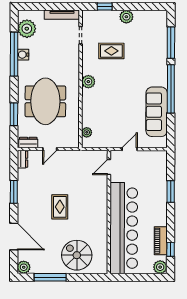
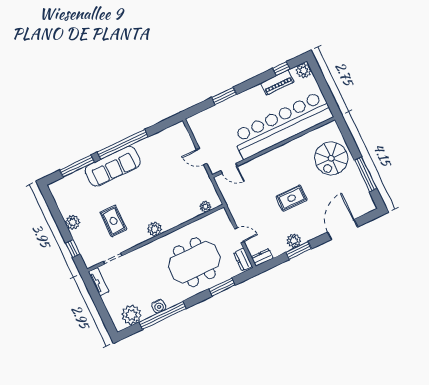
tv unit: (62, 15) -> (99, 282), width x0.71
sofa: (157, 112) -> (113, 166), moved
plant: (24, 267) -> (294, 241), moved

